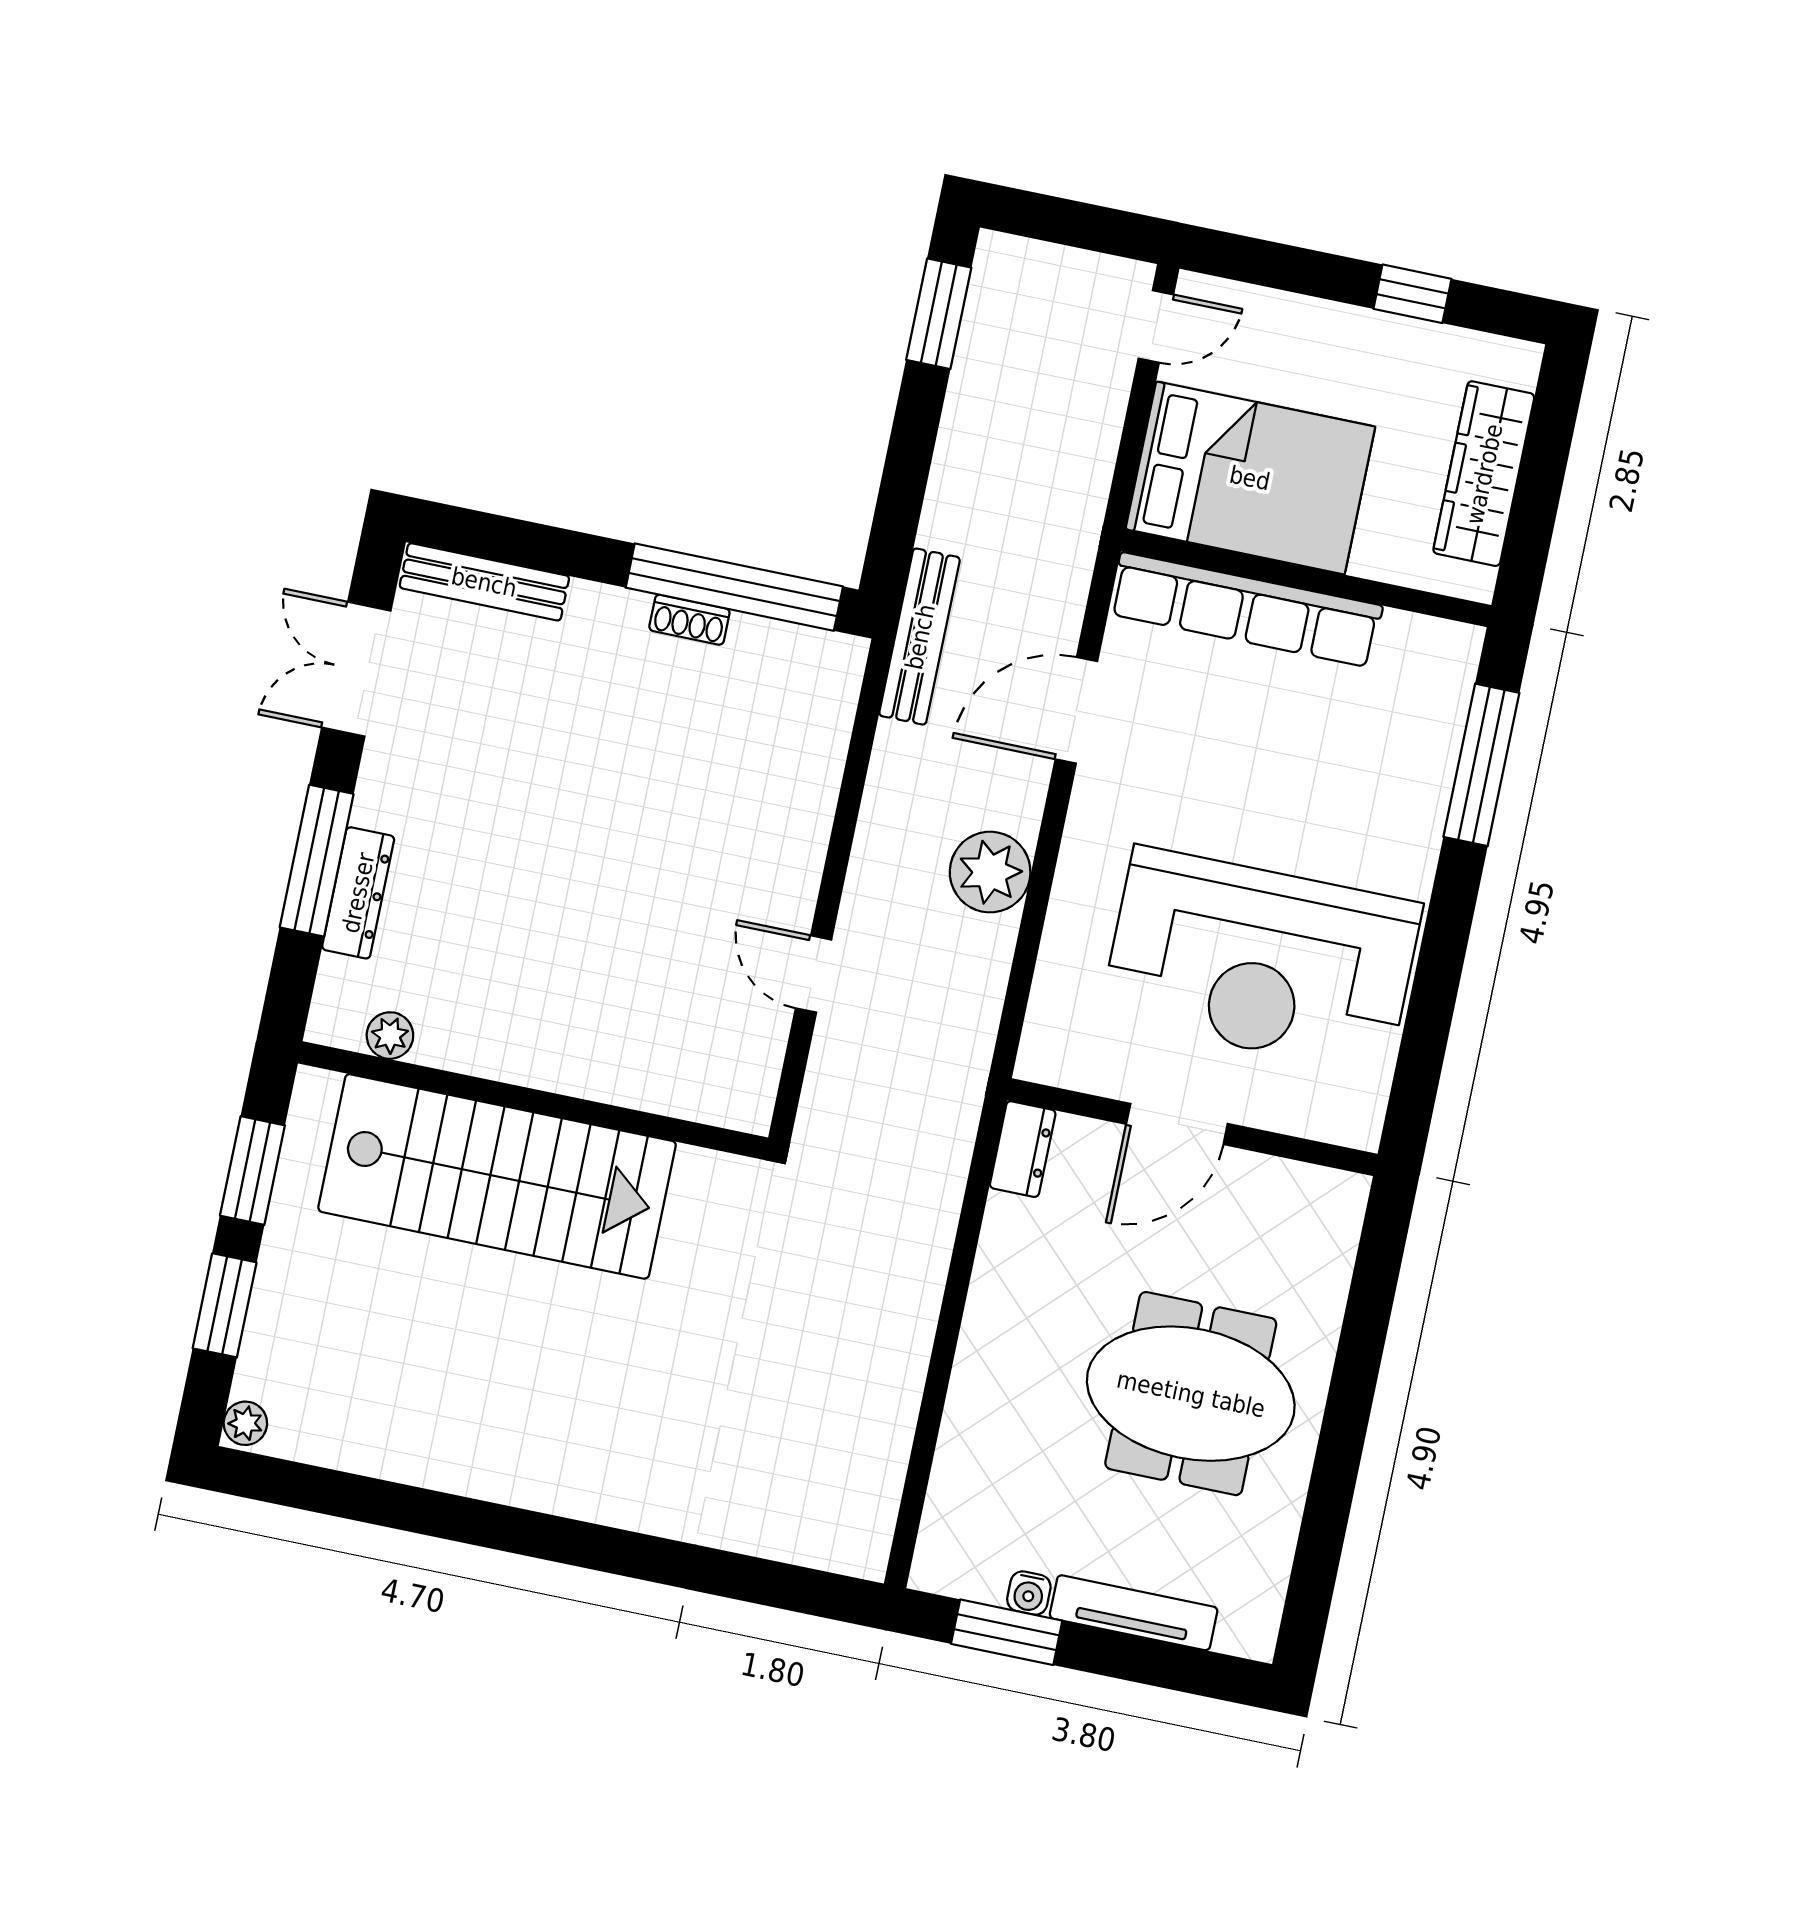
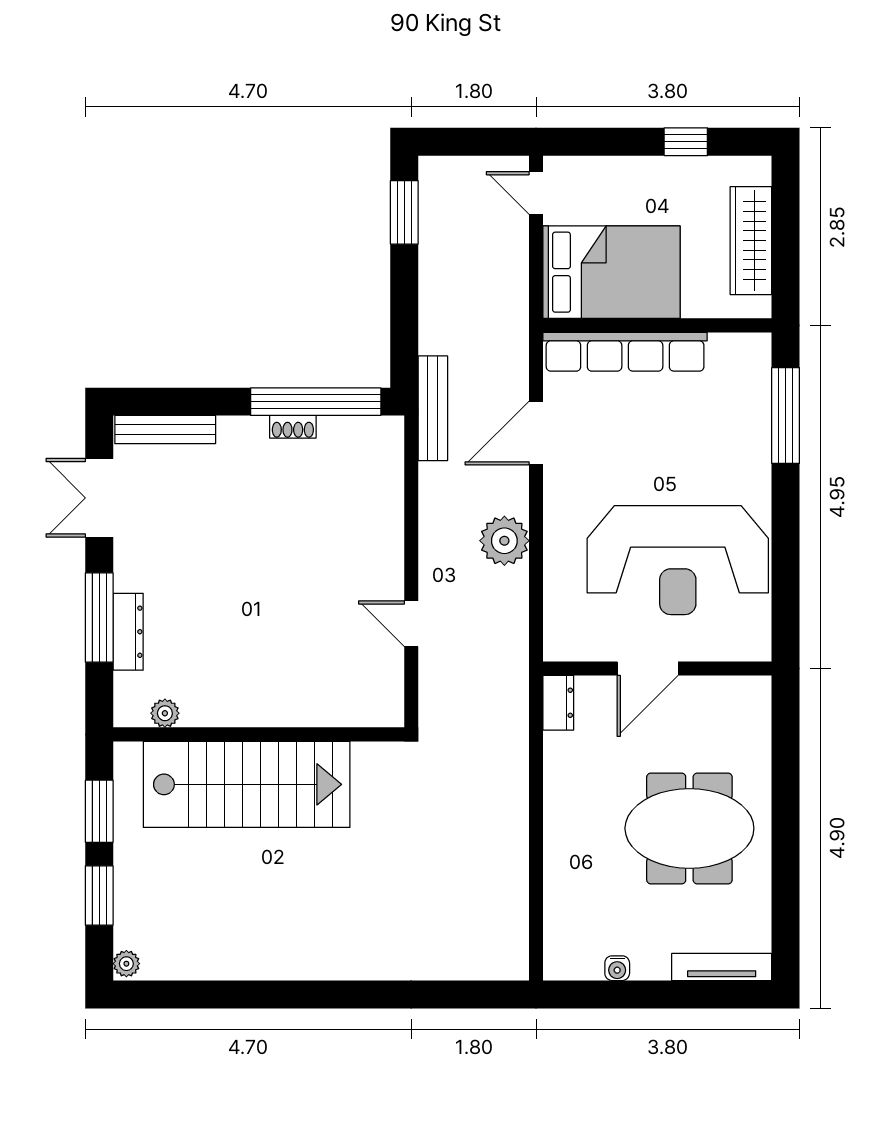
door: (1156, 326) -> (536, 193), swing flipped
tv unit: (1134, 1613) -> (722, 967), moved
window: (1007, 1632) -> (609, 994), removed

